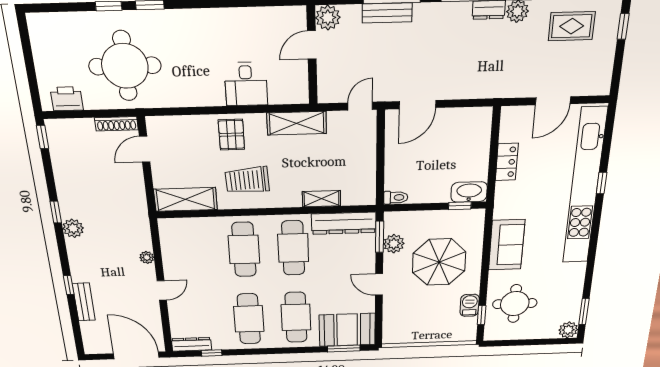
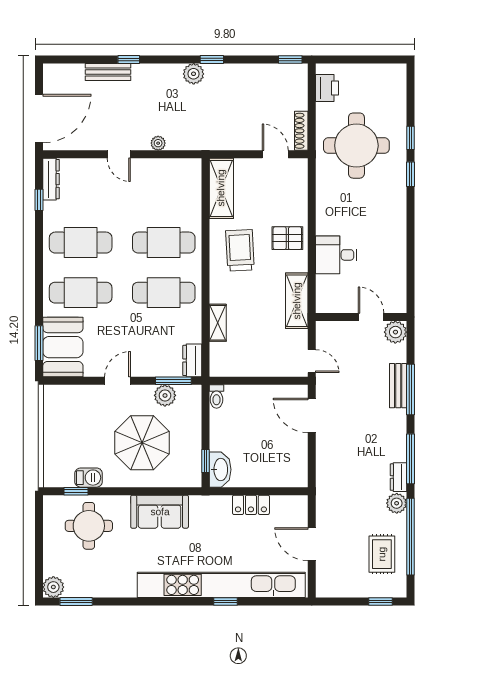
dresser: (344, 223) -> (192, 360), width x0.51, depth x0.80

